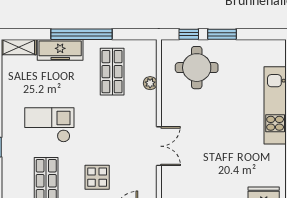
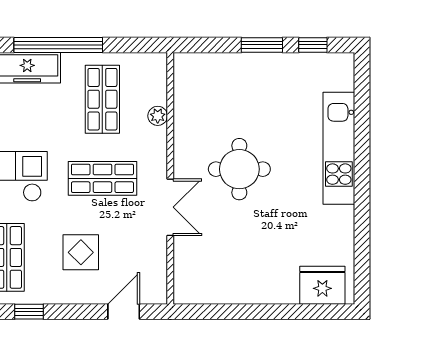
window: (189, 34) -> (313, 45), moved
round table: (197, 68) -> (239, 169), moved
shop shelf: (112, 126) -> (102, 178), added

